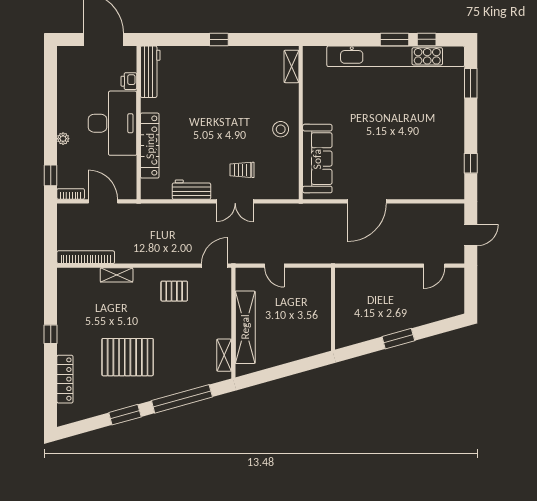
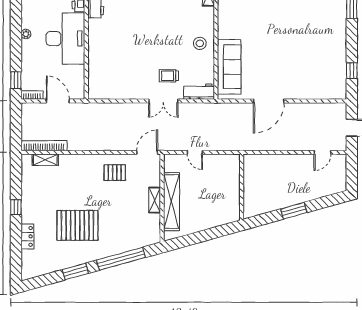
plant: (63, 139) -> (26, 34), moved
locker: (150, 146) -> (95, 56), removed
workbench: (191, 190) -> (199, 92), moved
shelving: (117, 275) -> (45, 160), moved
shelving: (224, 355) -> (155, 200), moved
locker: (65, 379) -> (27, 236), width x0.66

